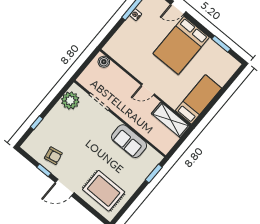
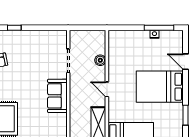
boiler: (104, 62) -> (100, 60), moved
plant: (70, 100) -> (51, 39), removed
sofa: (129, 141) -> (57, 96), moved

